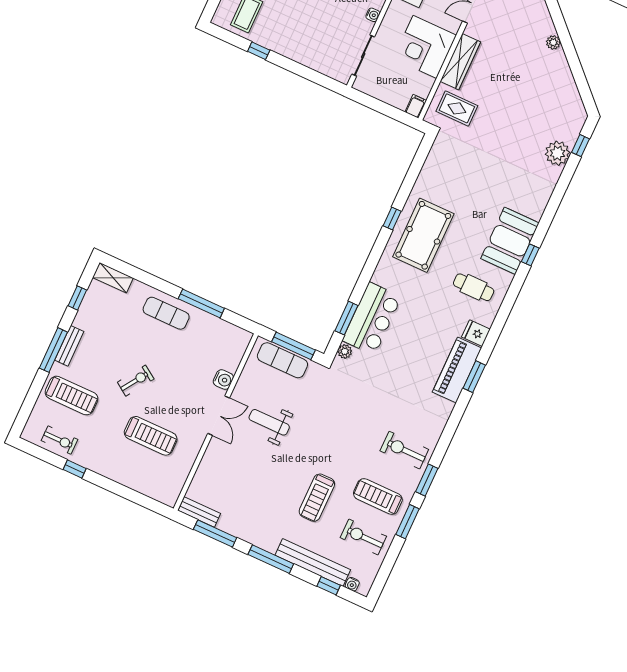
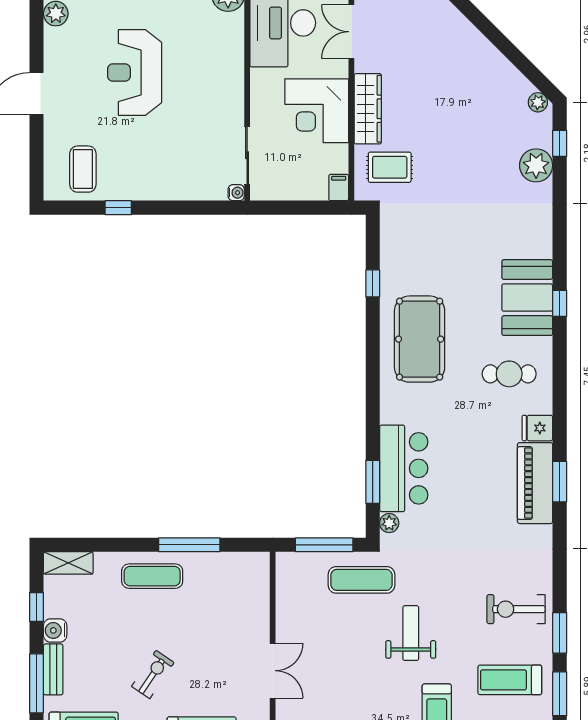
water cooler: (373, 15) -> (236, 193), moved
plant: (553, 42) -> (538, 102), moved
window: (392, 219) -> (373, 283), moved
exercise mat: (282, 360) -> (361, 580), moved
water cooler: (223, 380) -> (55, 630), moved, turned 180
weight bench: (269, 422) -> (411, 633), moved, turned 90

